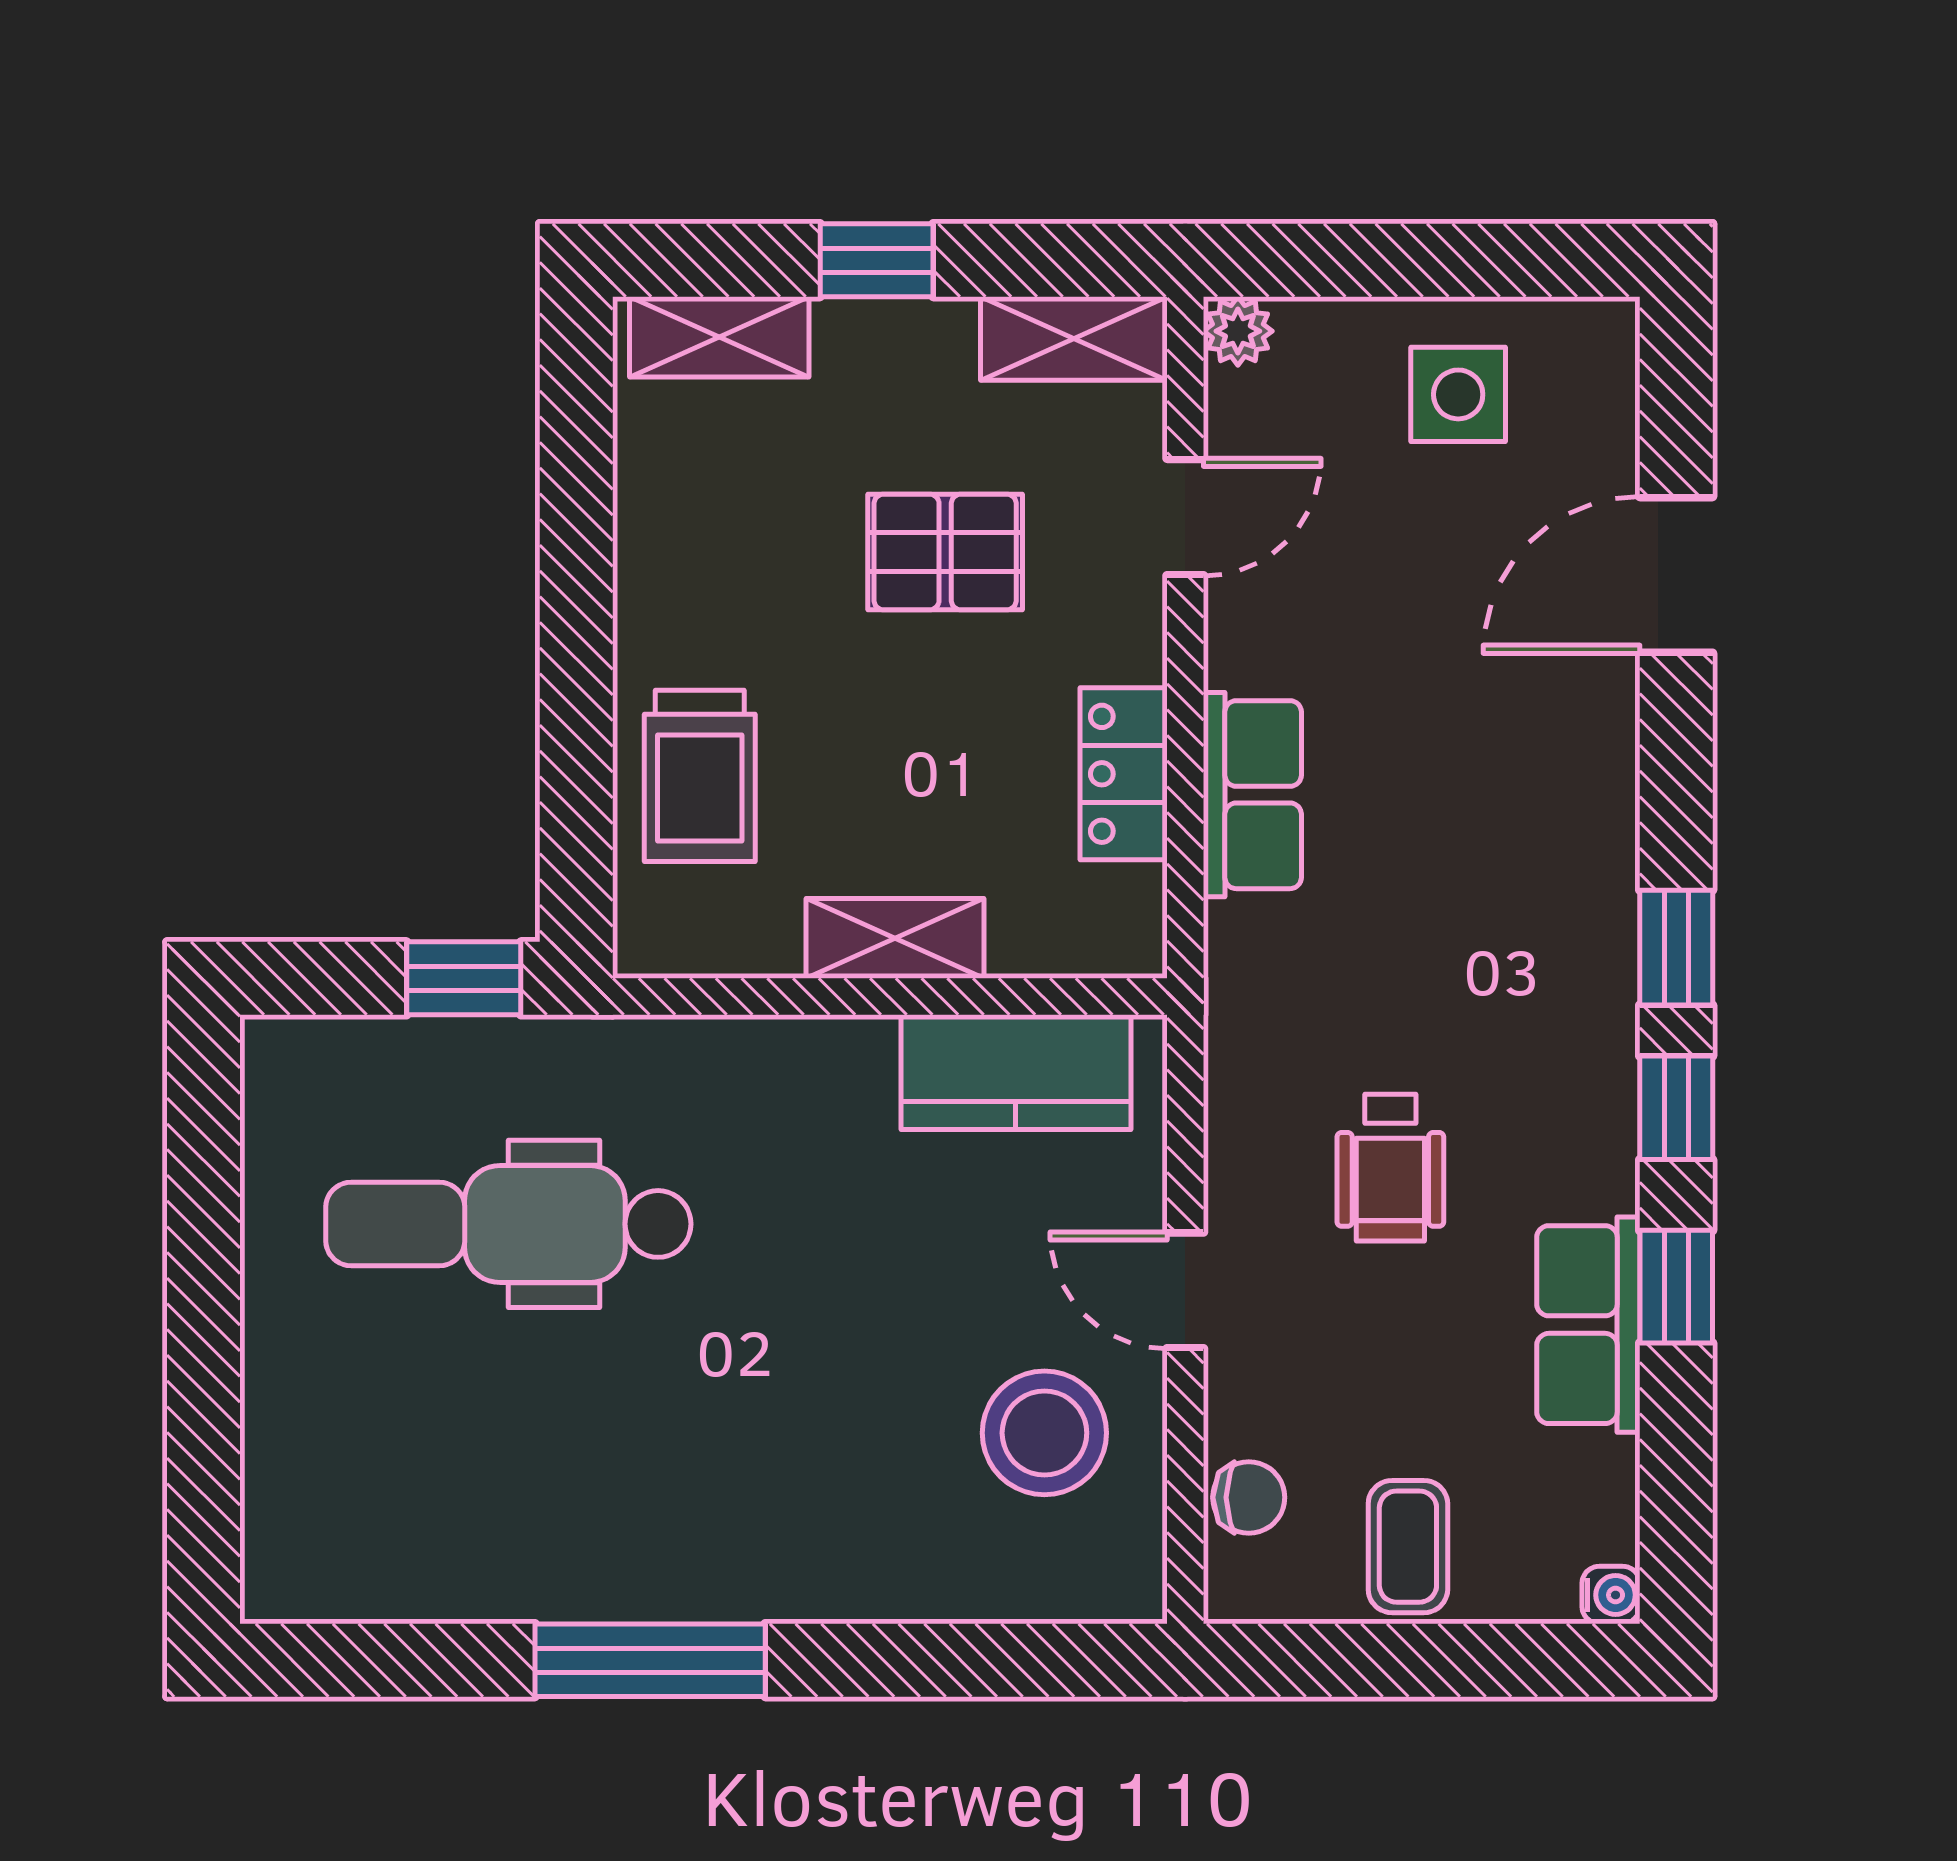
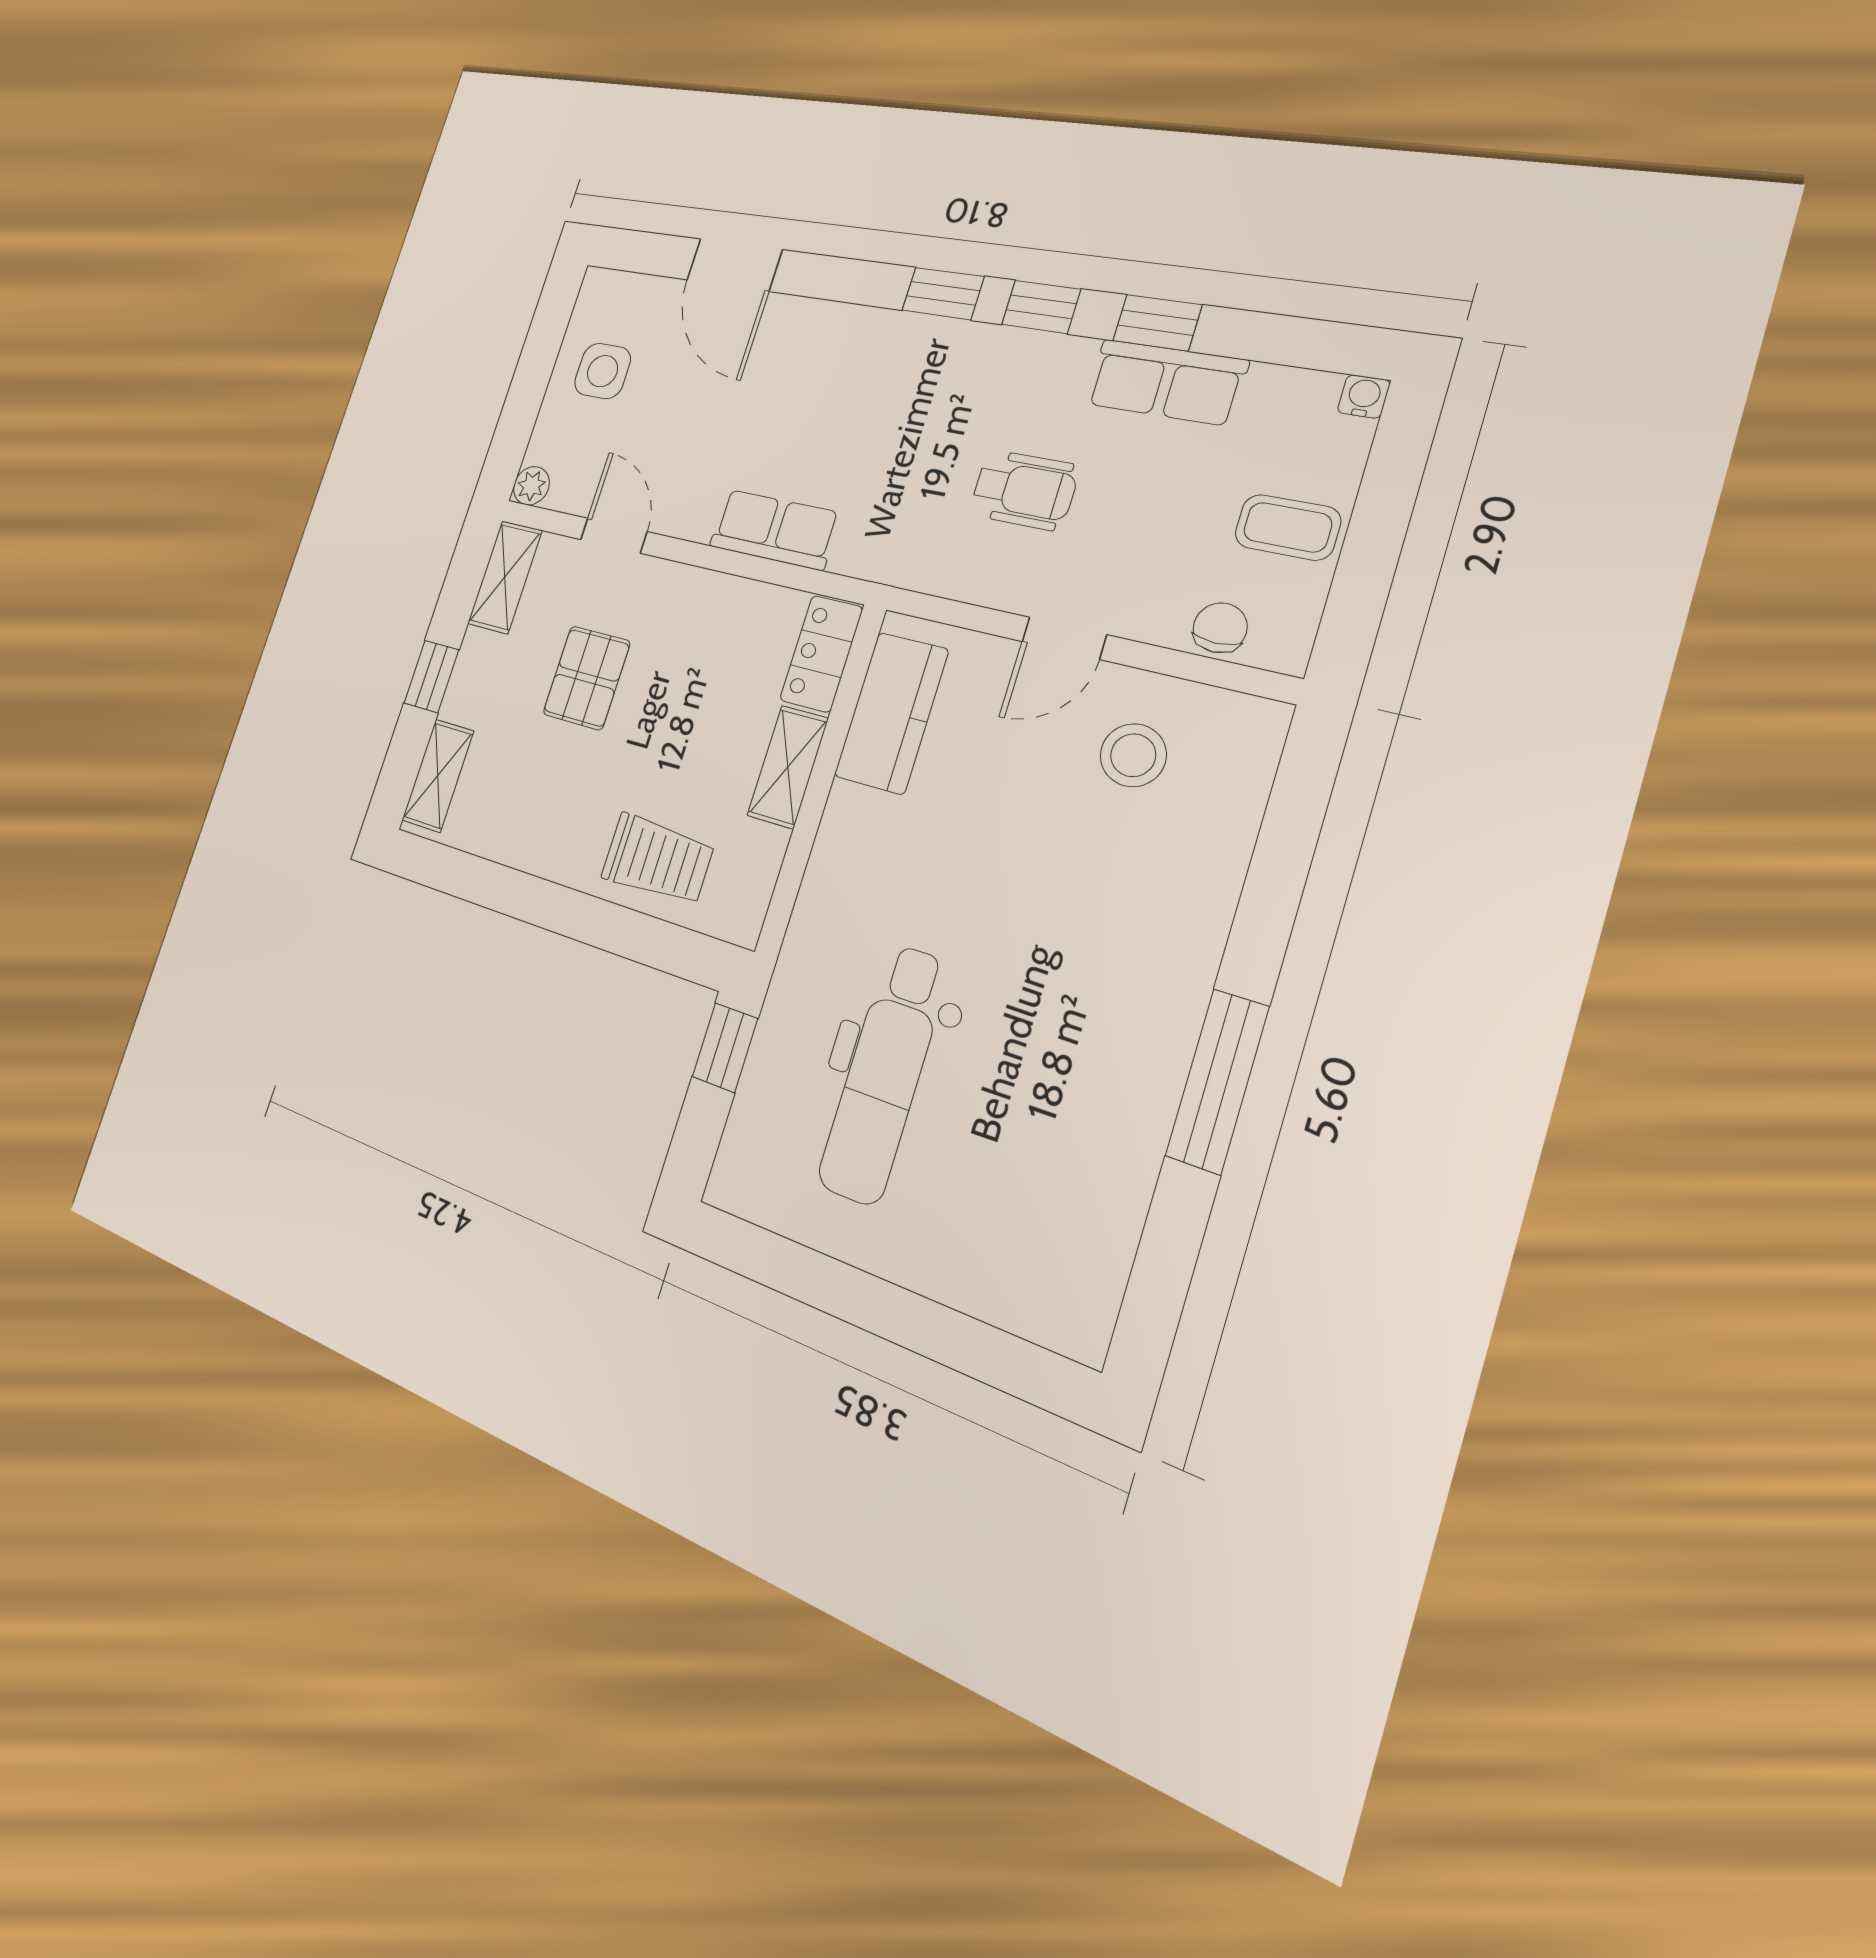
locker: (1124, 774) -> (821, 654), moved, turned 90
stool: (1044, 1433) -> (1133, 755), width x0.73, depth x0.73

